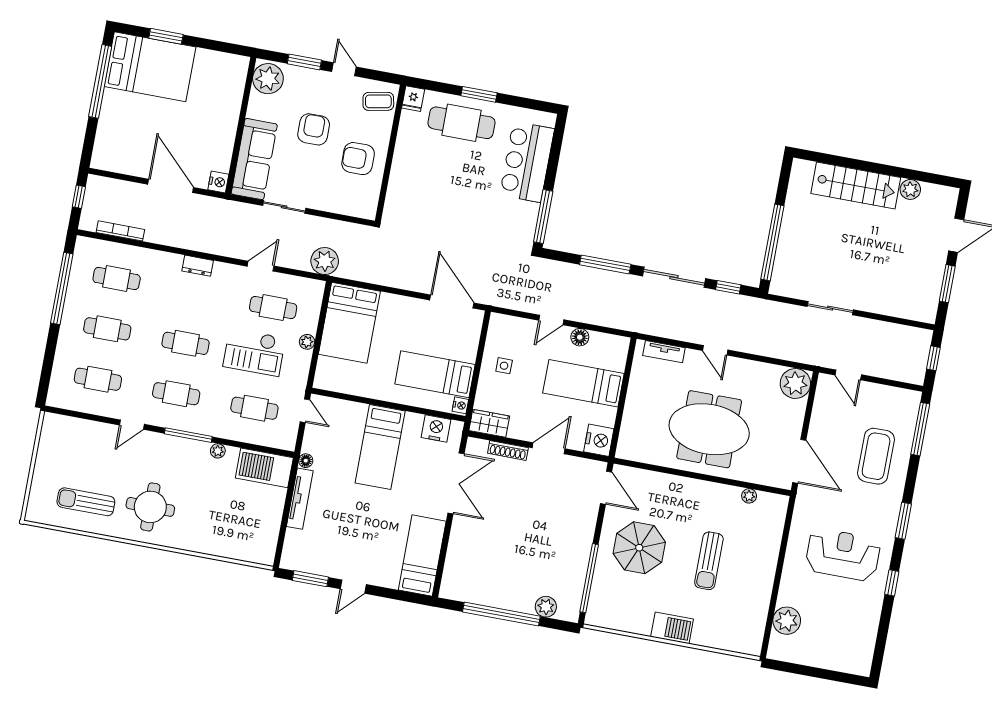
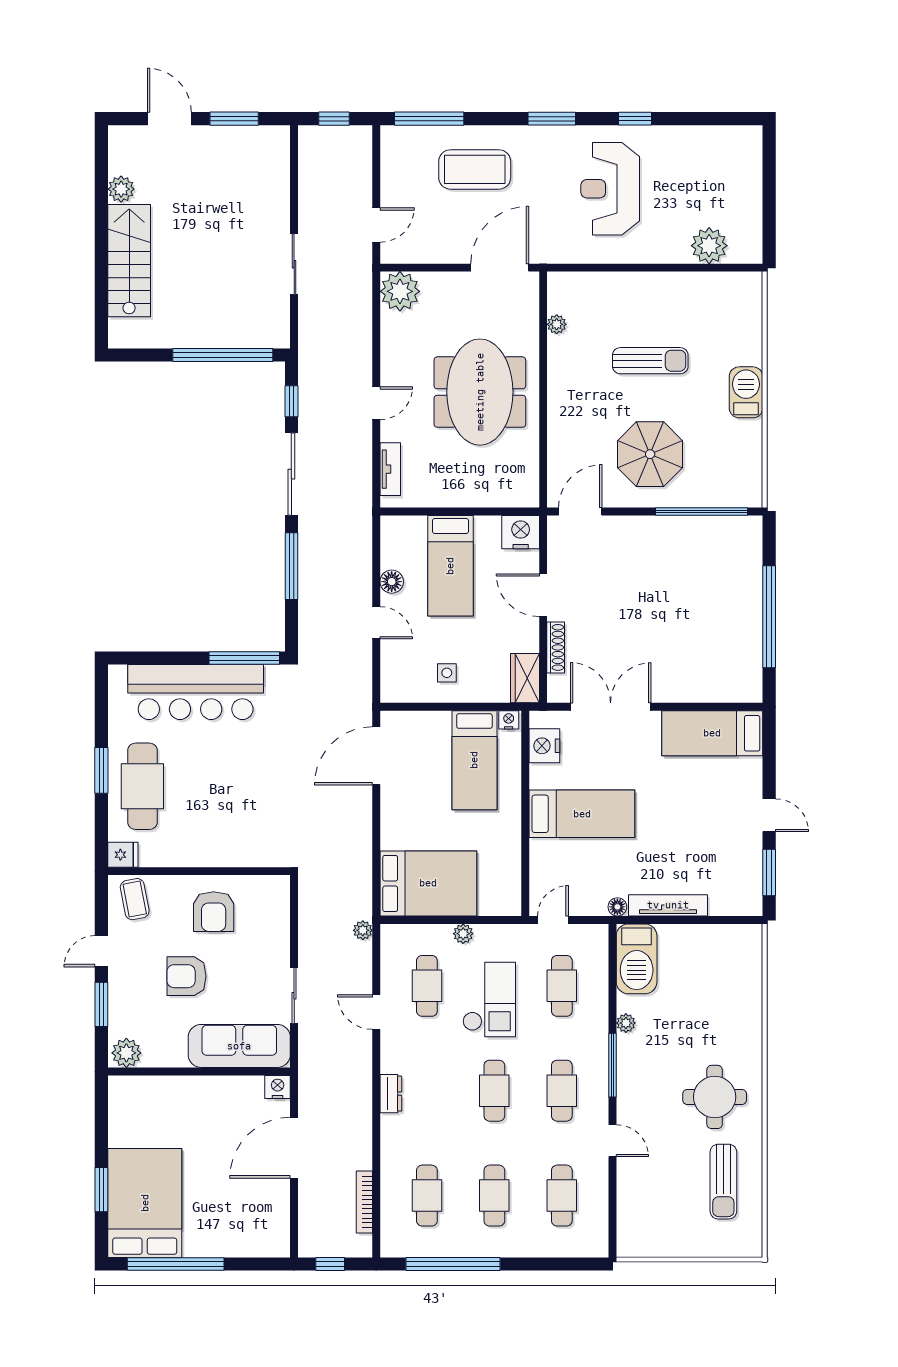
plant: (268, 79) -> (126, 1053), width x0.73, depth x0.73
bar counter: (527, 162) -> (196, 692), width x1.36
plant: (325, 261) -> (363, 930), width x0.53, depth x0.53
plant: (546, 607) -> (749, 561), removed

